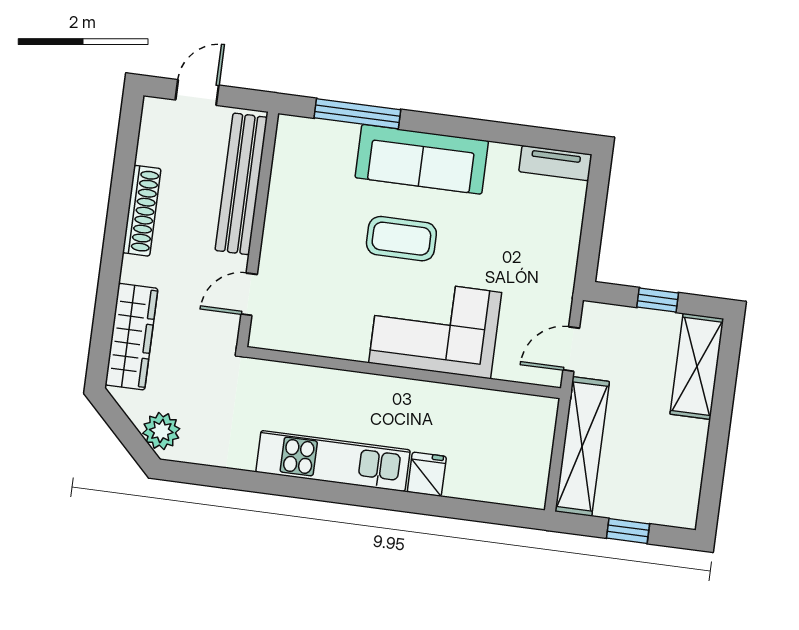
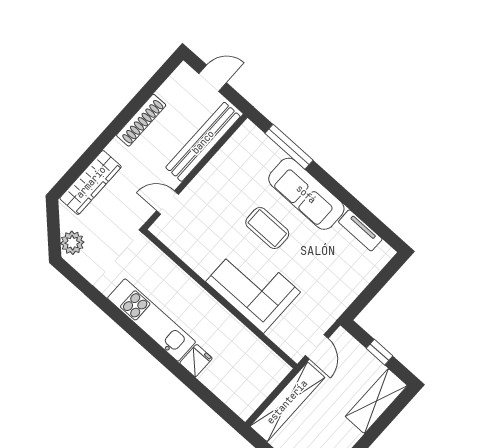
tv unit: (555, 163) -> (360, 230), moved
door: (571, 349) -> (317, 347), swing flipped

